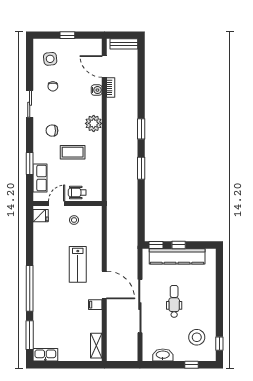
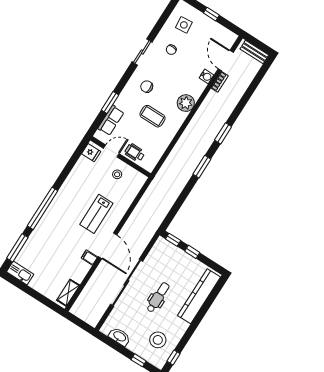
kitchen counter: (177, 256) -> (199, 296), moved, turned 90

